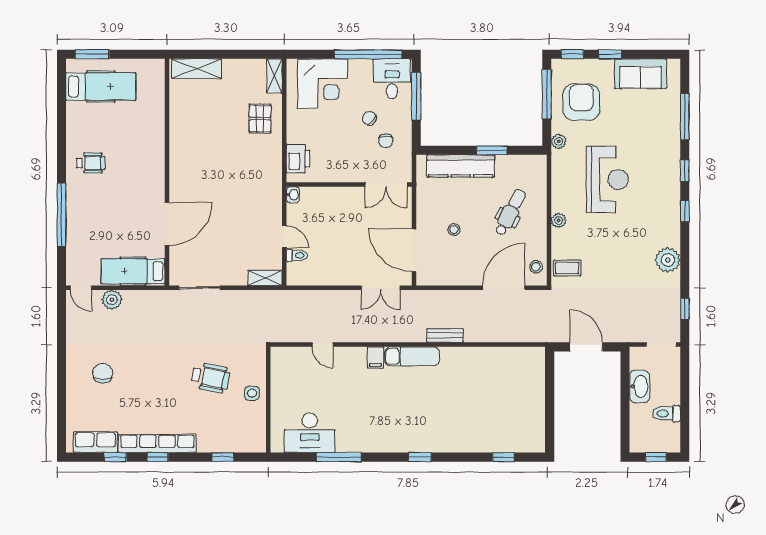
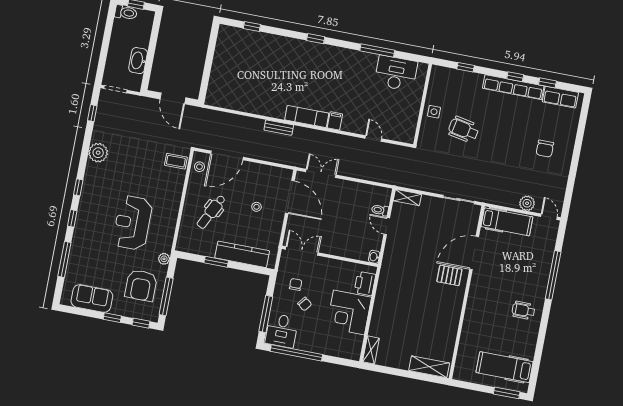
corner desk: (323, 84) -> (349, 312), moved, turned -90
pallet: (260, 119) -> (449, 275), moved, turned 90
plant: (559, 220) -> (176, 199), removed
toilet: (667, 414) -> (126, 13), moved

